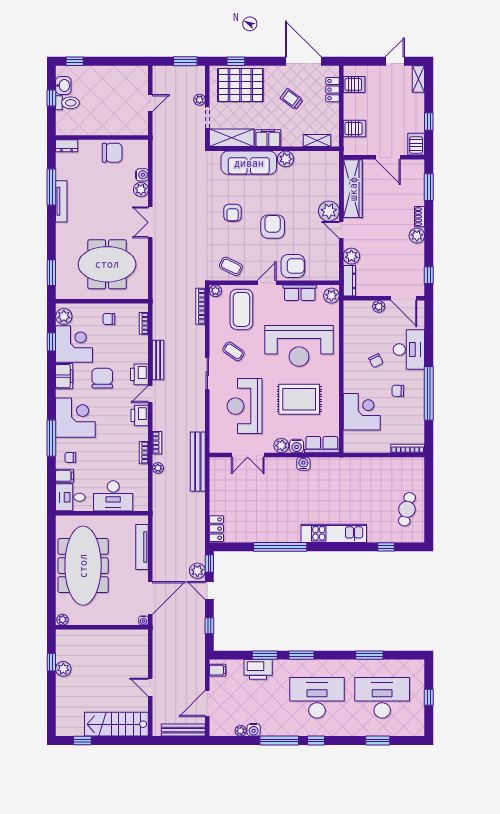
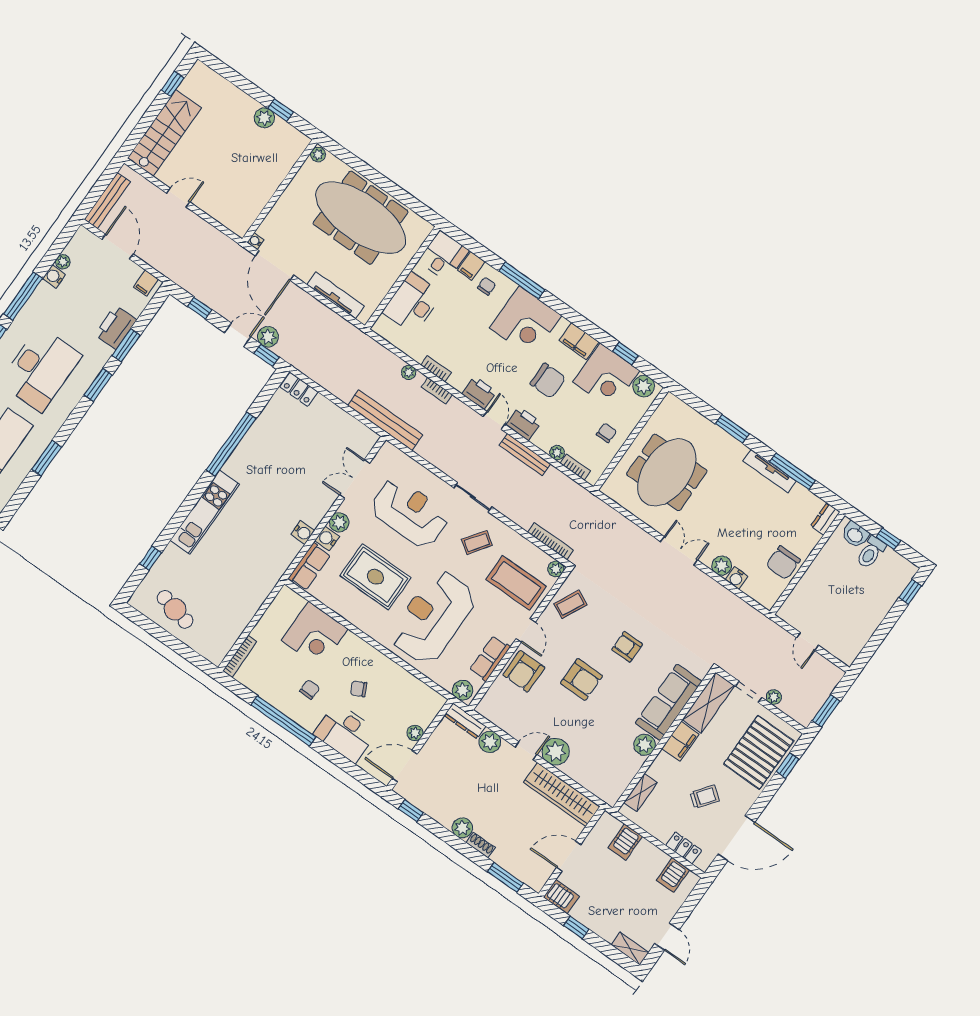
washbasin: (63, 85) -> (855, 535), moved
window: (51, 273) -> (732, 429), moved
plant: (143, 341) -> (557, 453), added
rug: (299, 399) -> (375, 577), turned 90

